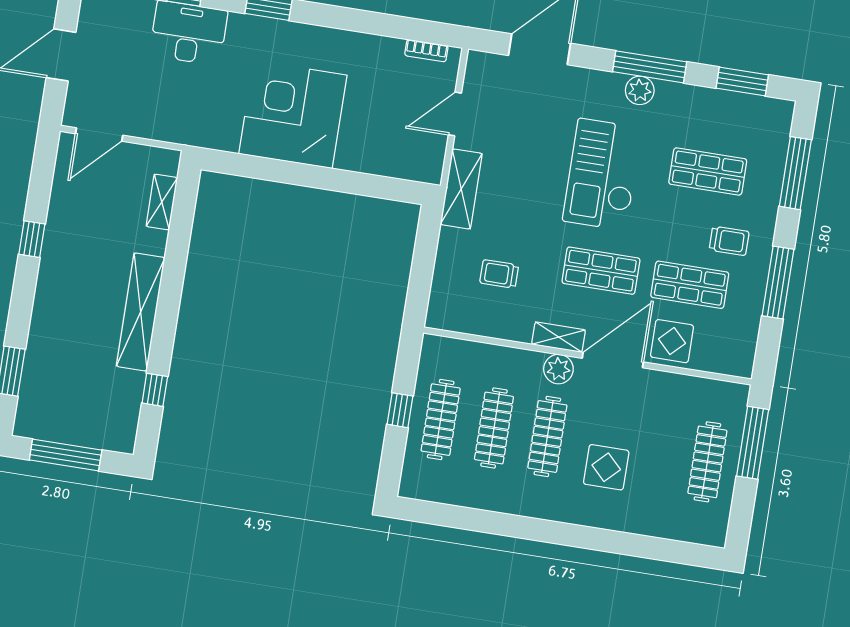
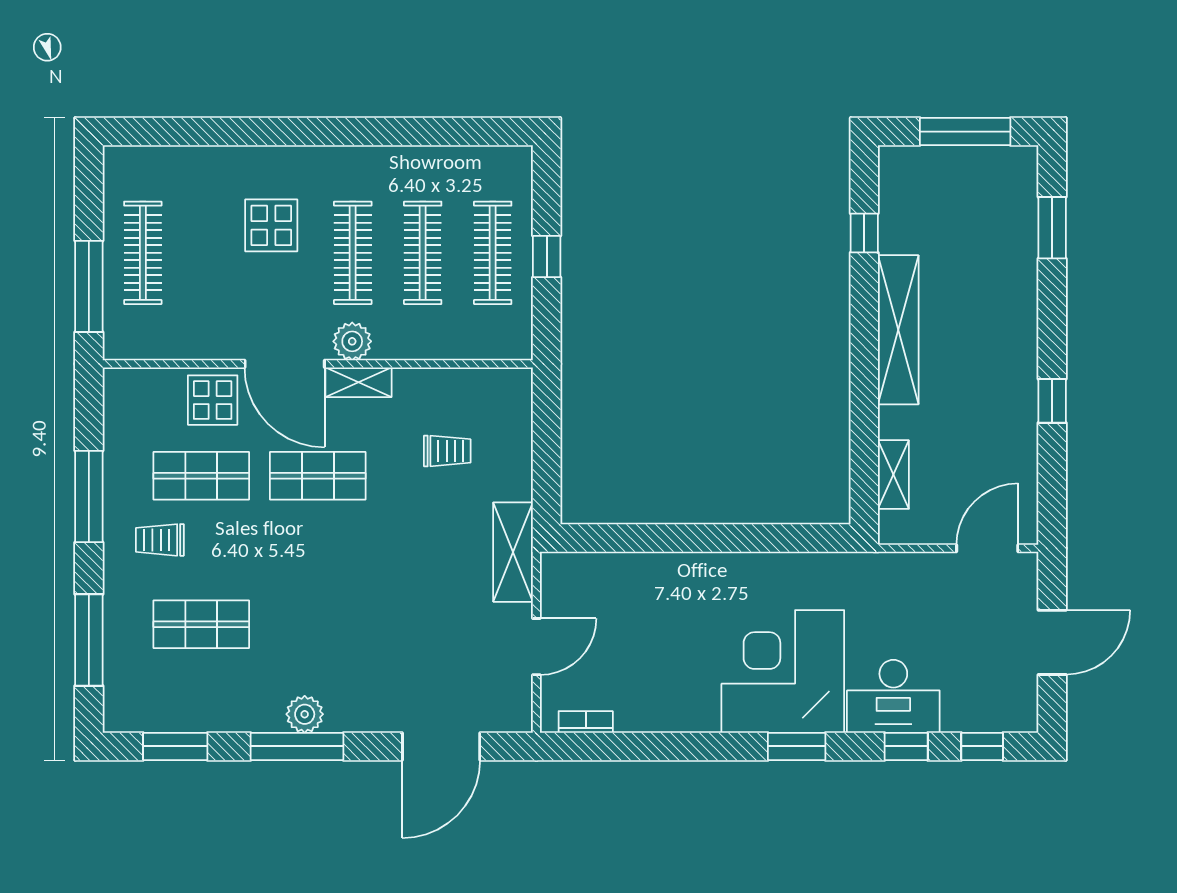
corner desk: (293, 115) -> (783, 671), moved, turned 180
checkout: (602, 174) -> (335, 599), removed
door: (613, 360) -> (285, 364), hinge flipped

